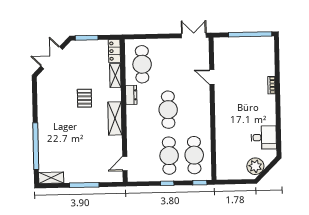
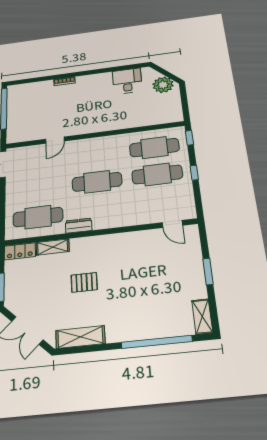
shelving: (115, 118) -> (80, 337), moved
window: (84, 185) -> (208, 272), width x0.69

